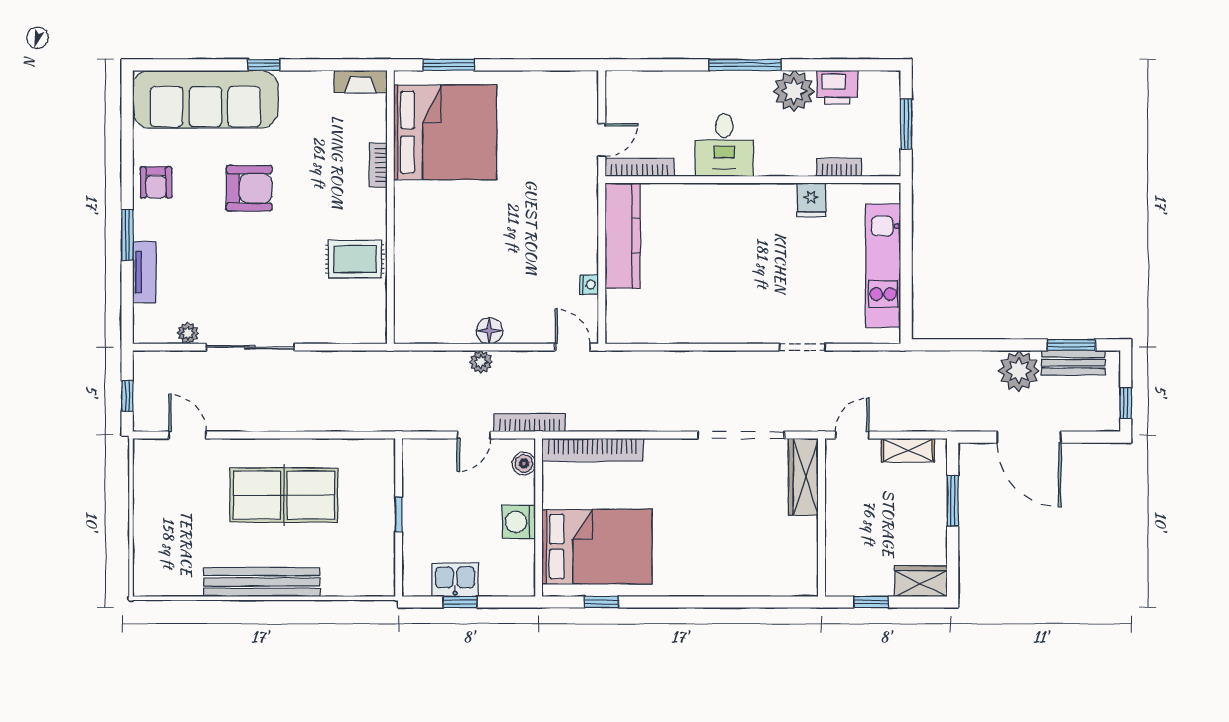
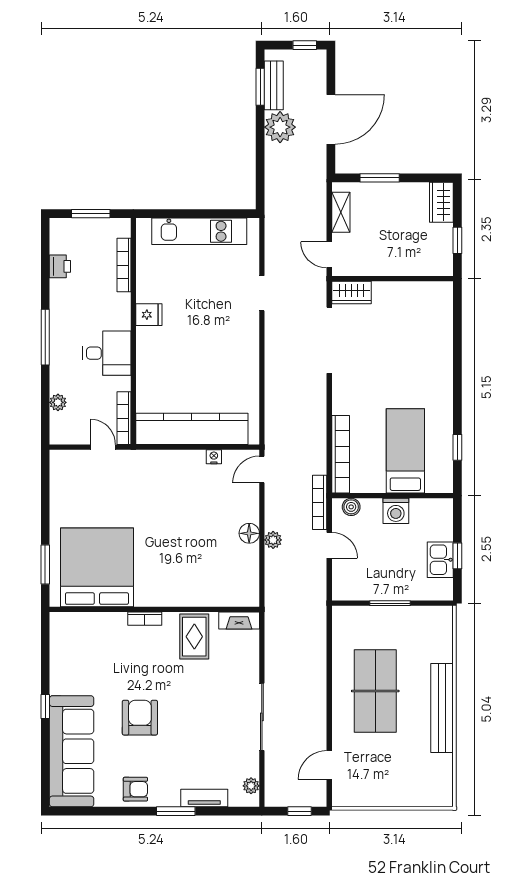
fireplace: (361, 82) -> (239, 621), moved, turned 90
printer: (837, 87) -> (60, 266), width x0.73, depth x0.81
plant: (794, 91) -> (58, 402), moved, width x0.53, depth x0.53
bookcase: (378, 165) -> (145, 619), moved
bookcase: (839, 167) -> (124, 265), width x1.56
fridge: (811, 200) -> (149, 315), moved
kitchen counter: (623, 235) -> (192, 429), width x1.39, depth x1.17
plant: (188, 333) -> (251, 786), moved
wardrobe: (803, 477) -> (351, 292), width x0.67
window: (399, 514) -> (390, 603), width x1.50
bed: (597, 547) -> (405, 451), width x0.67

